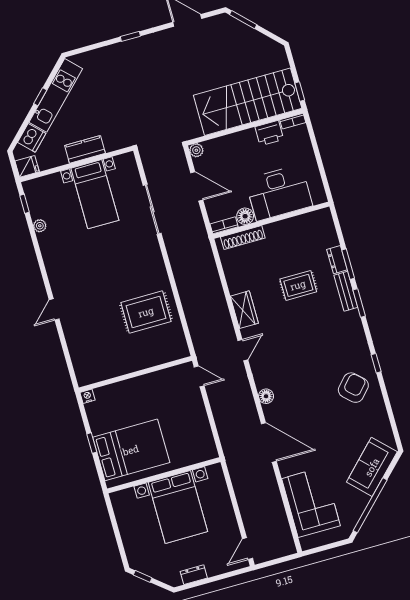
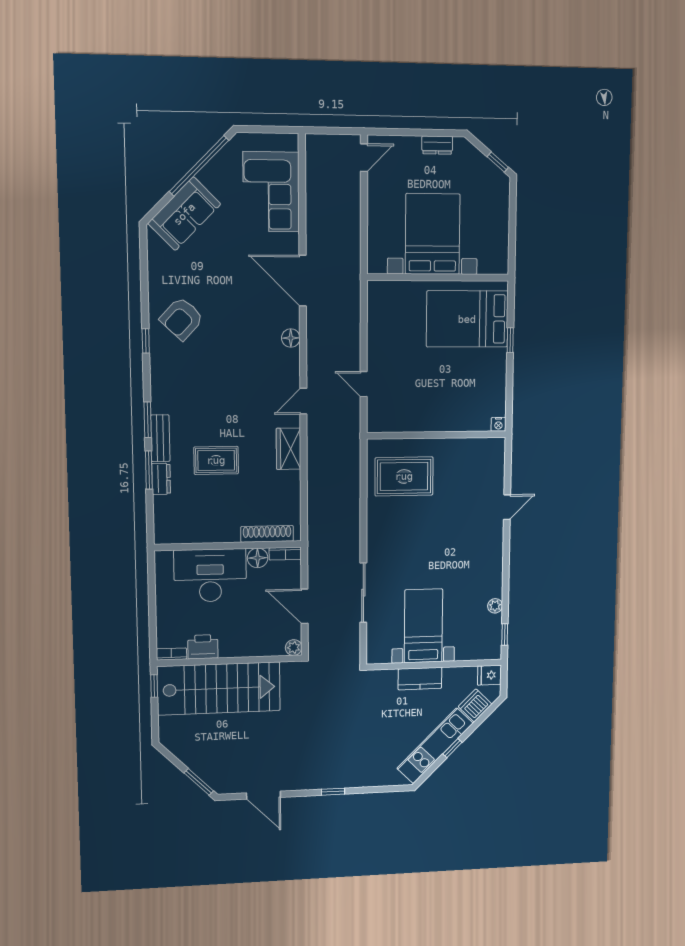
wall: (135, 374) -> (437, 435), moved
nightstand: (88, 396) -> (498, 424), moved

